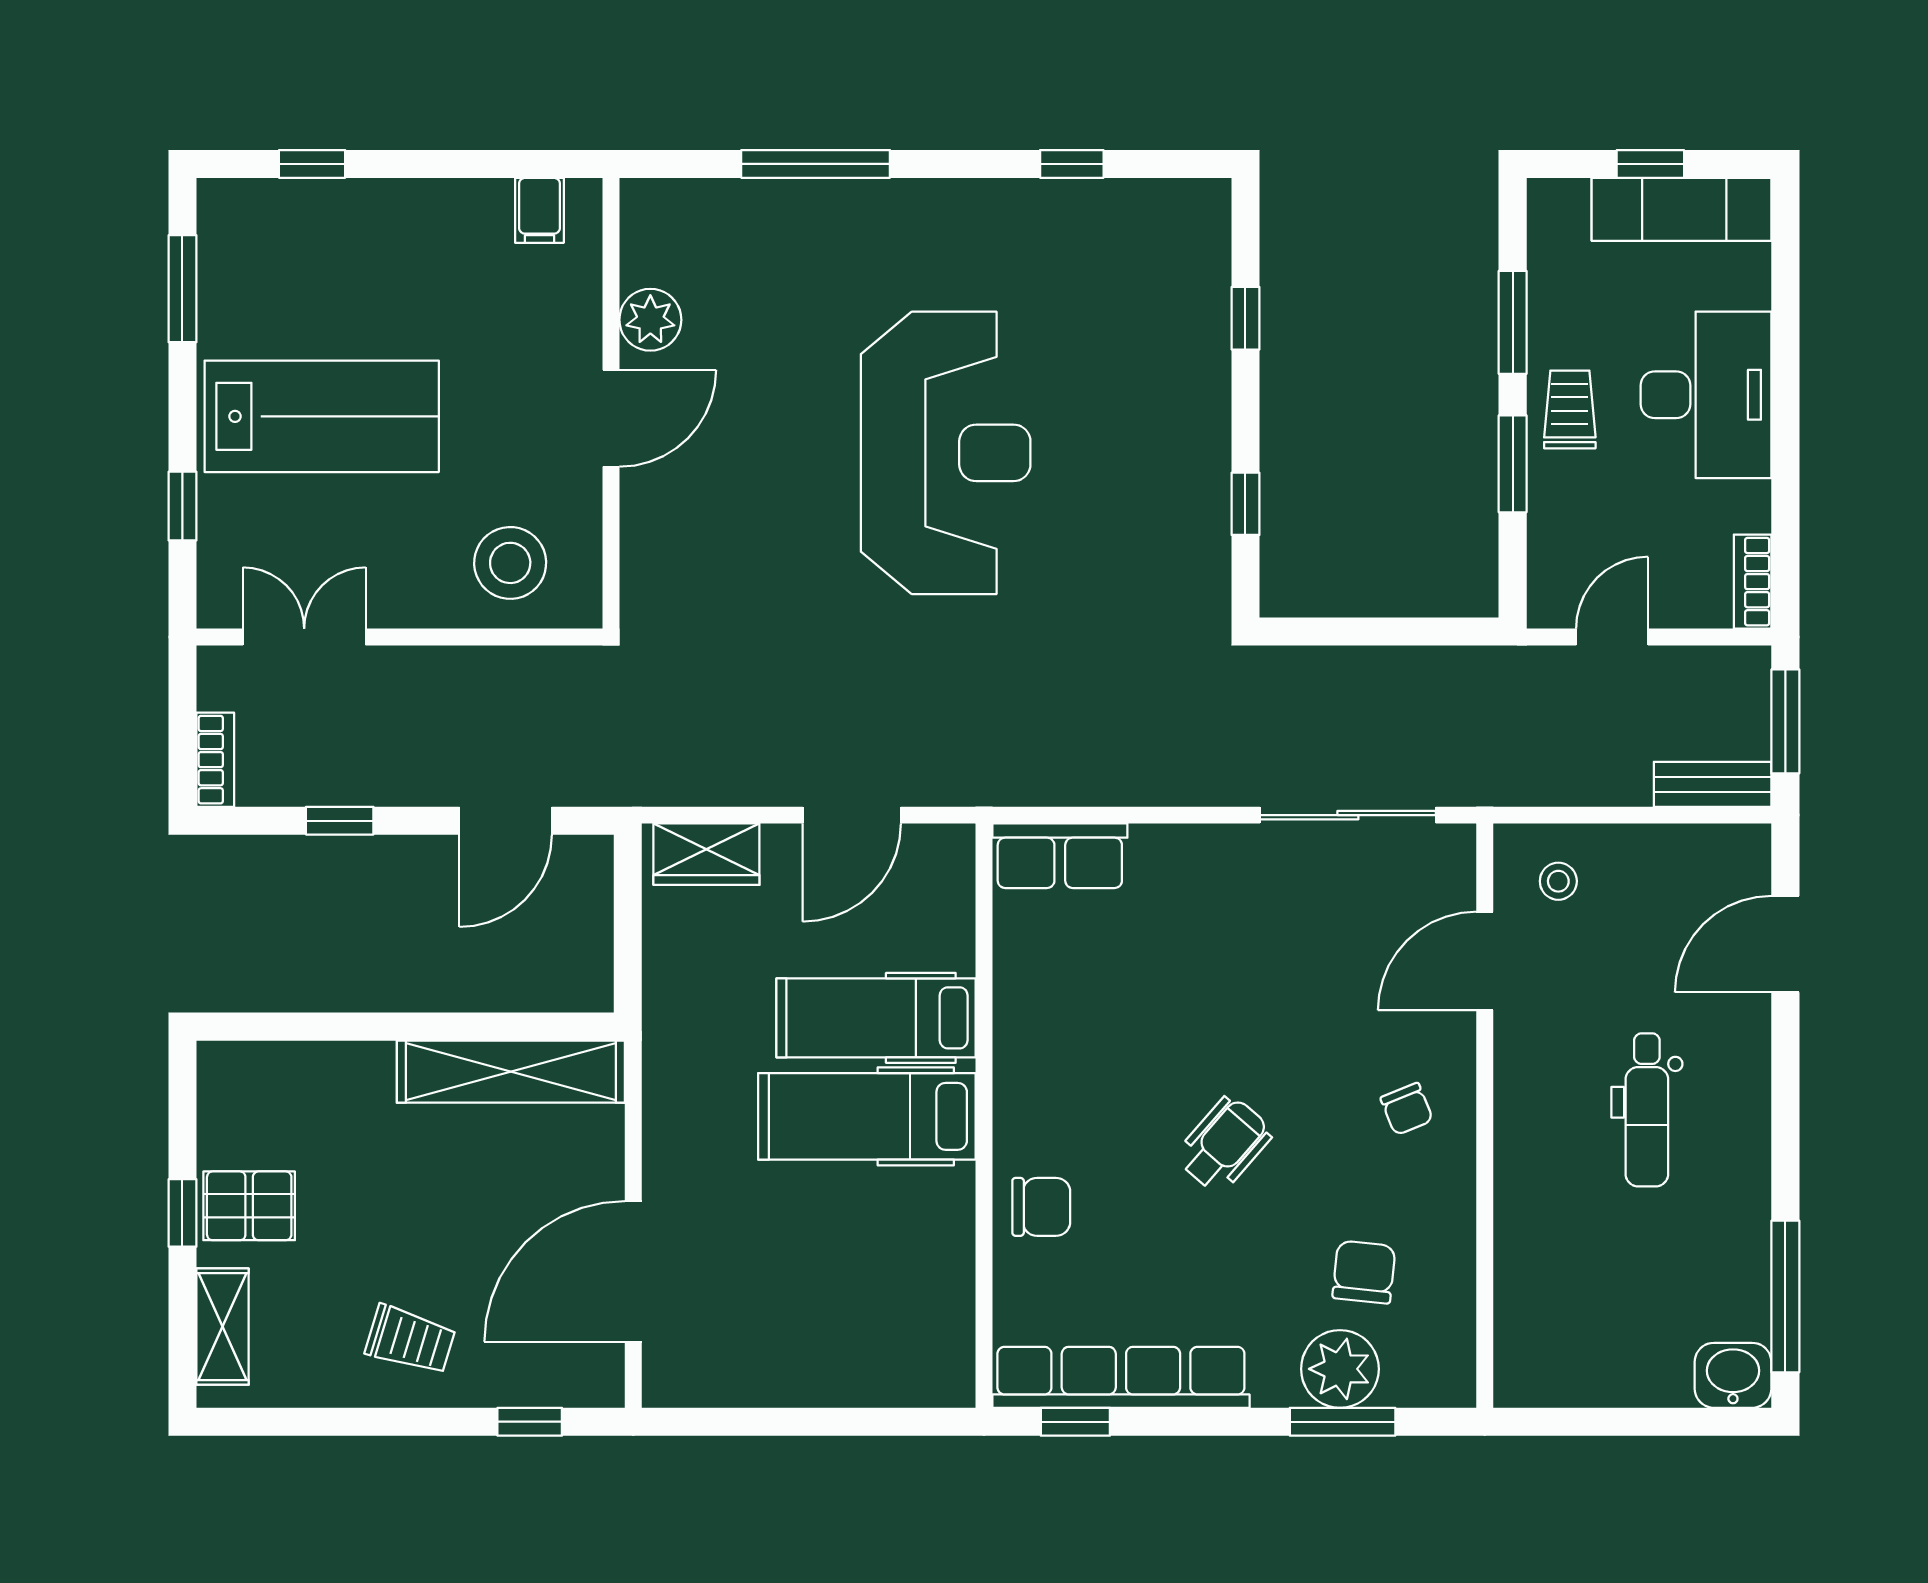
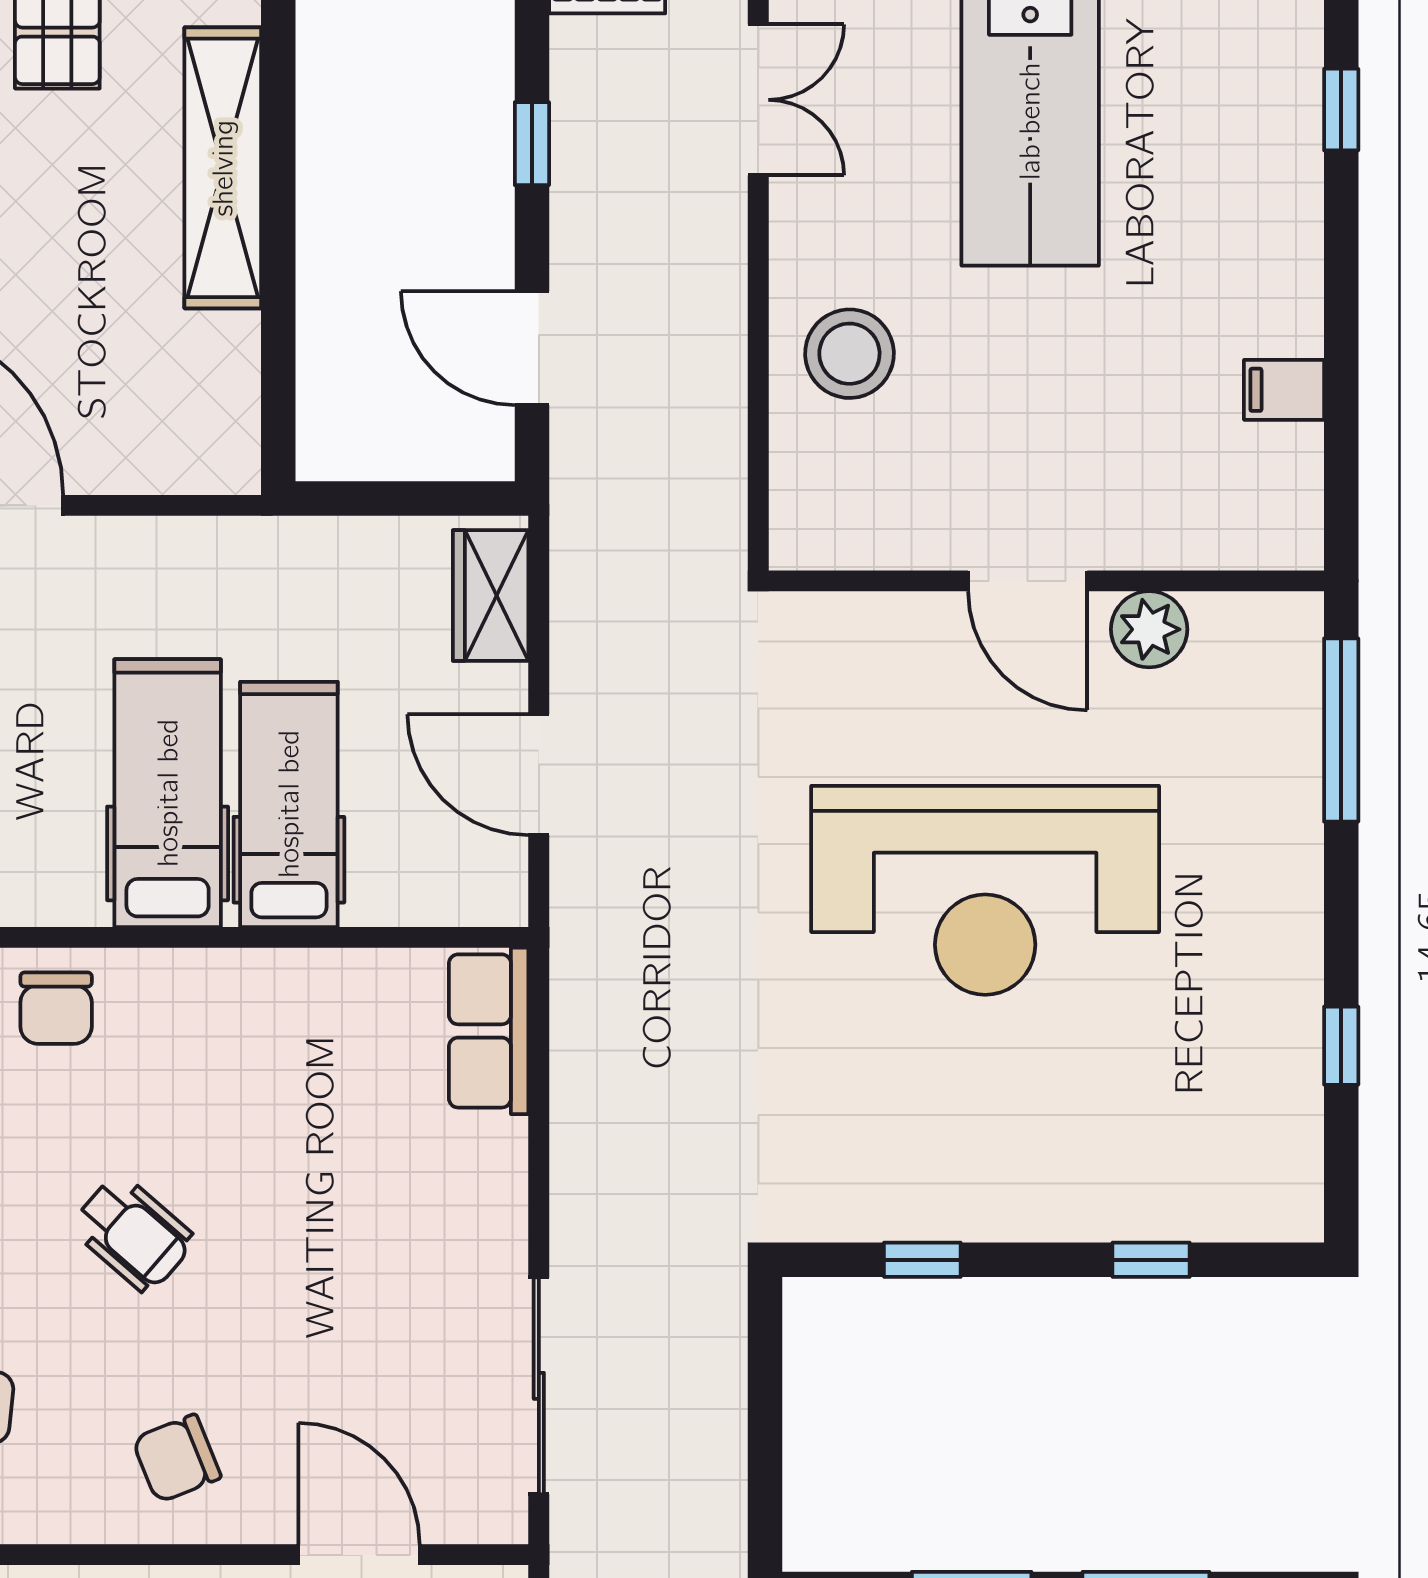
plant: (650, 320) -> (1149, 629), moved
wall: (611, 403) -> (1046, 581), moved
door: (611, 418) -> (1028, 581), moved
shelving: (511, 1072) -> (223, 168), moved
chair: (1407, 1109) -> (177, 1458), width x1.37, depth x1.37

